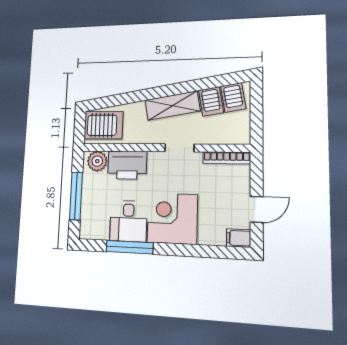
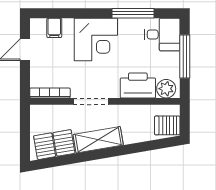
server rack: (103, 125) -> (167, 125), width x0.73, depth x0.70
doorway: (179, 148) -> (91, 101), width x1.38
desk: (128, 221) -> (162, 35), moved, turned 90
filing cabinet: (239, 238) -> (54, 28), moved, turned 90

